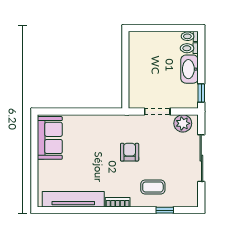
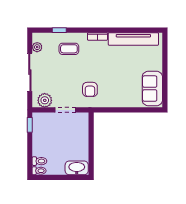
washbasin: (190, 69) -> (77, 168), moved, turned -90
armchair: (130, 152) -> (90, 89), moved
plant: (192, 189) -> (37, 47), added

